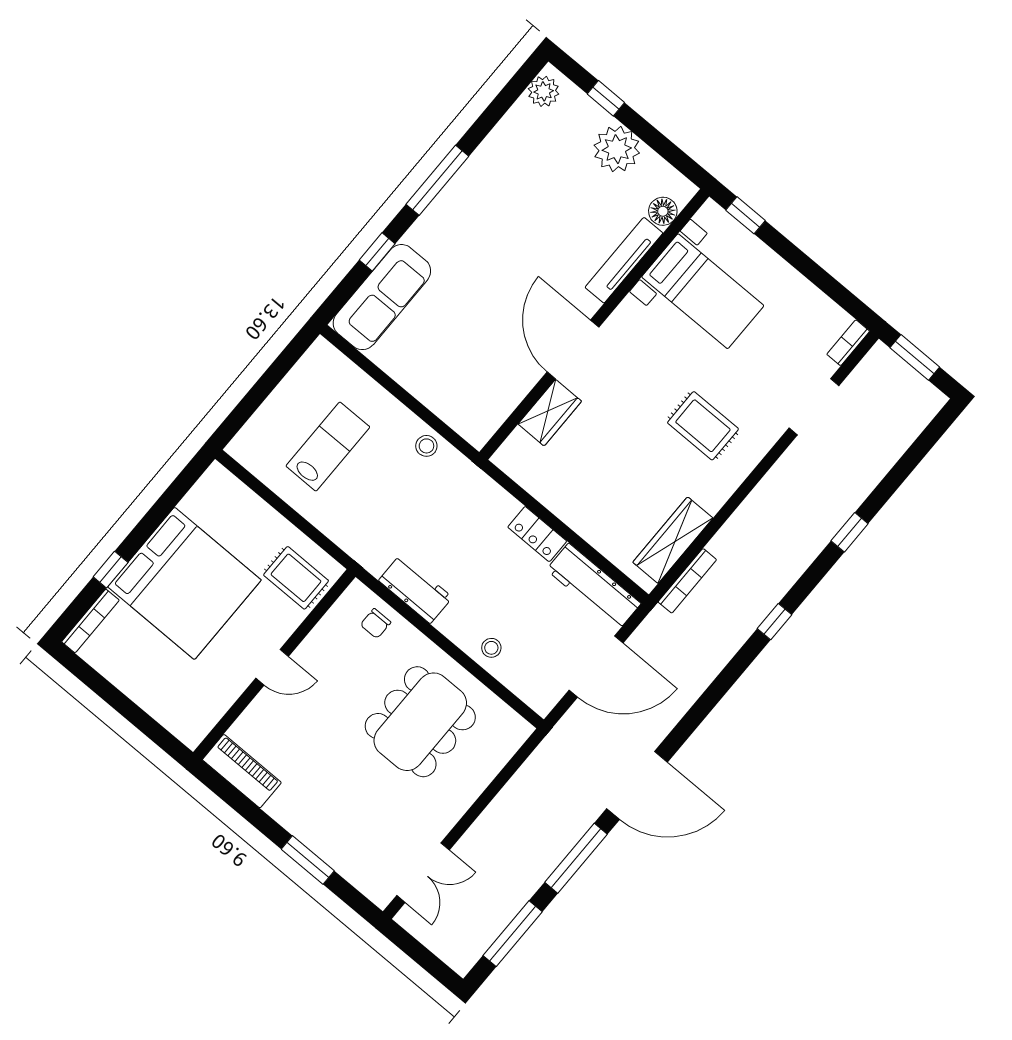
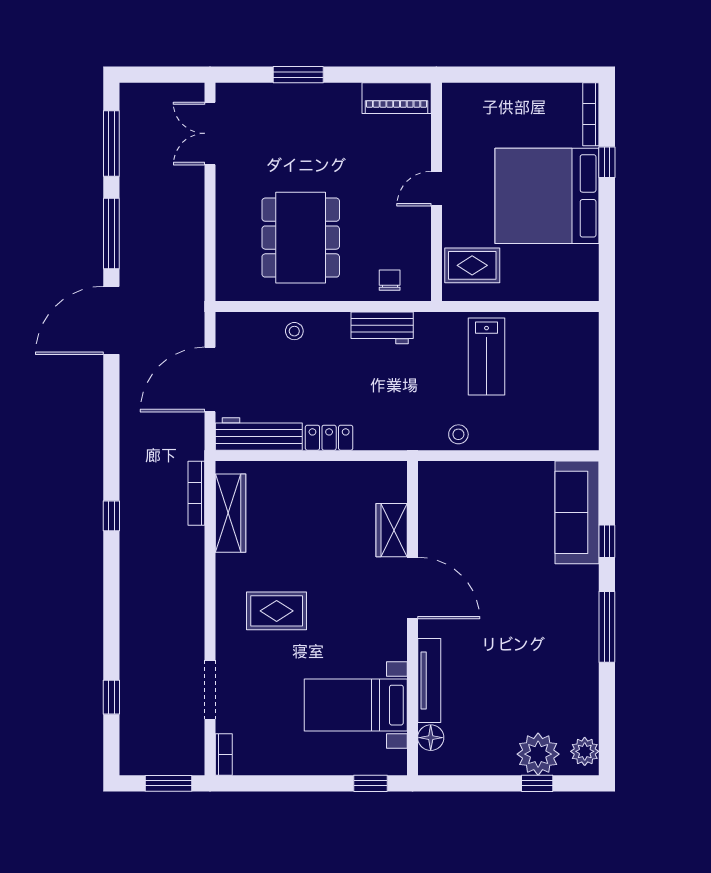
plant: (617, 149) -> (538, 754), moved
lab bench: (328, 447) -> (487, 357), moved
window: (850, 532) -> (111, 697), moved

